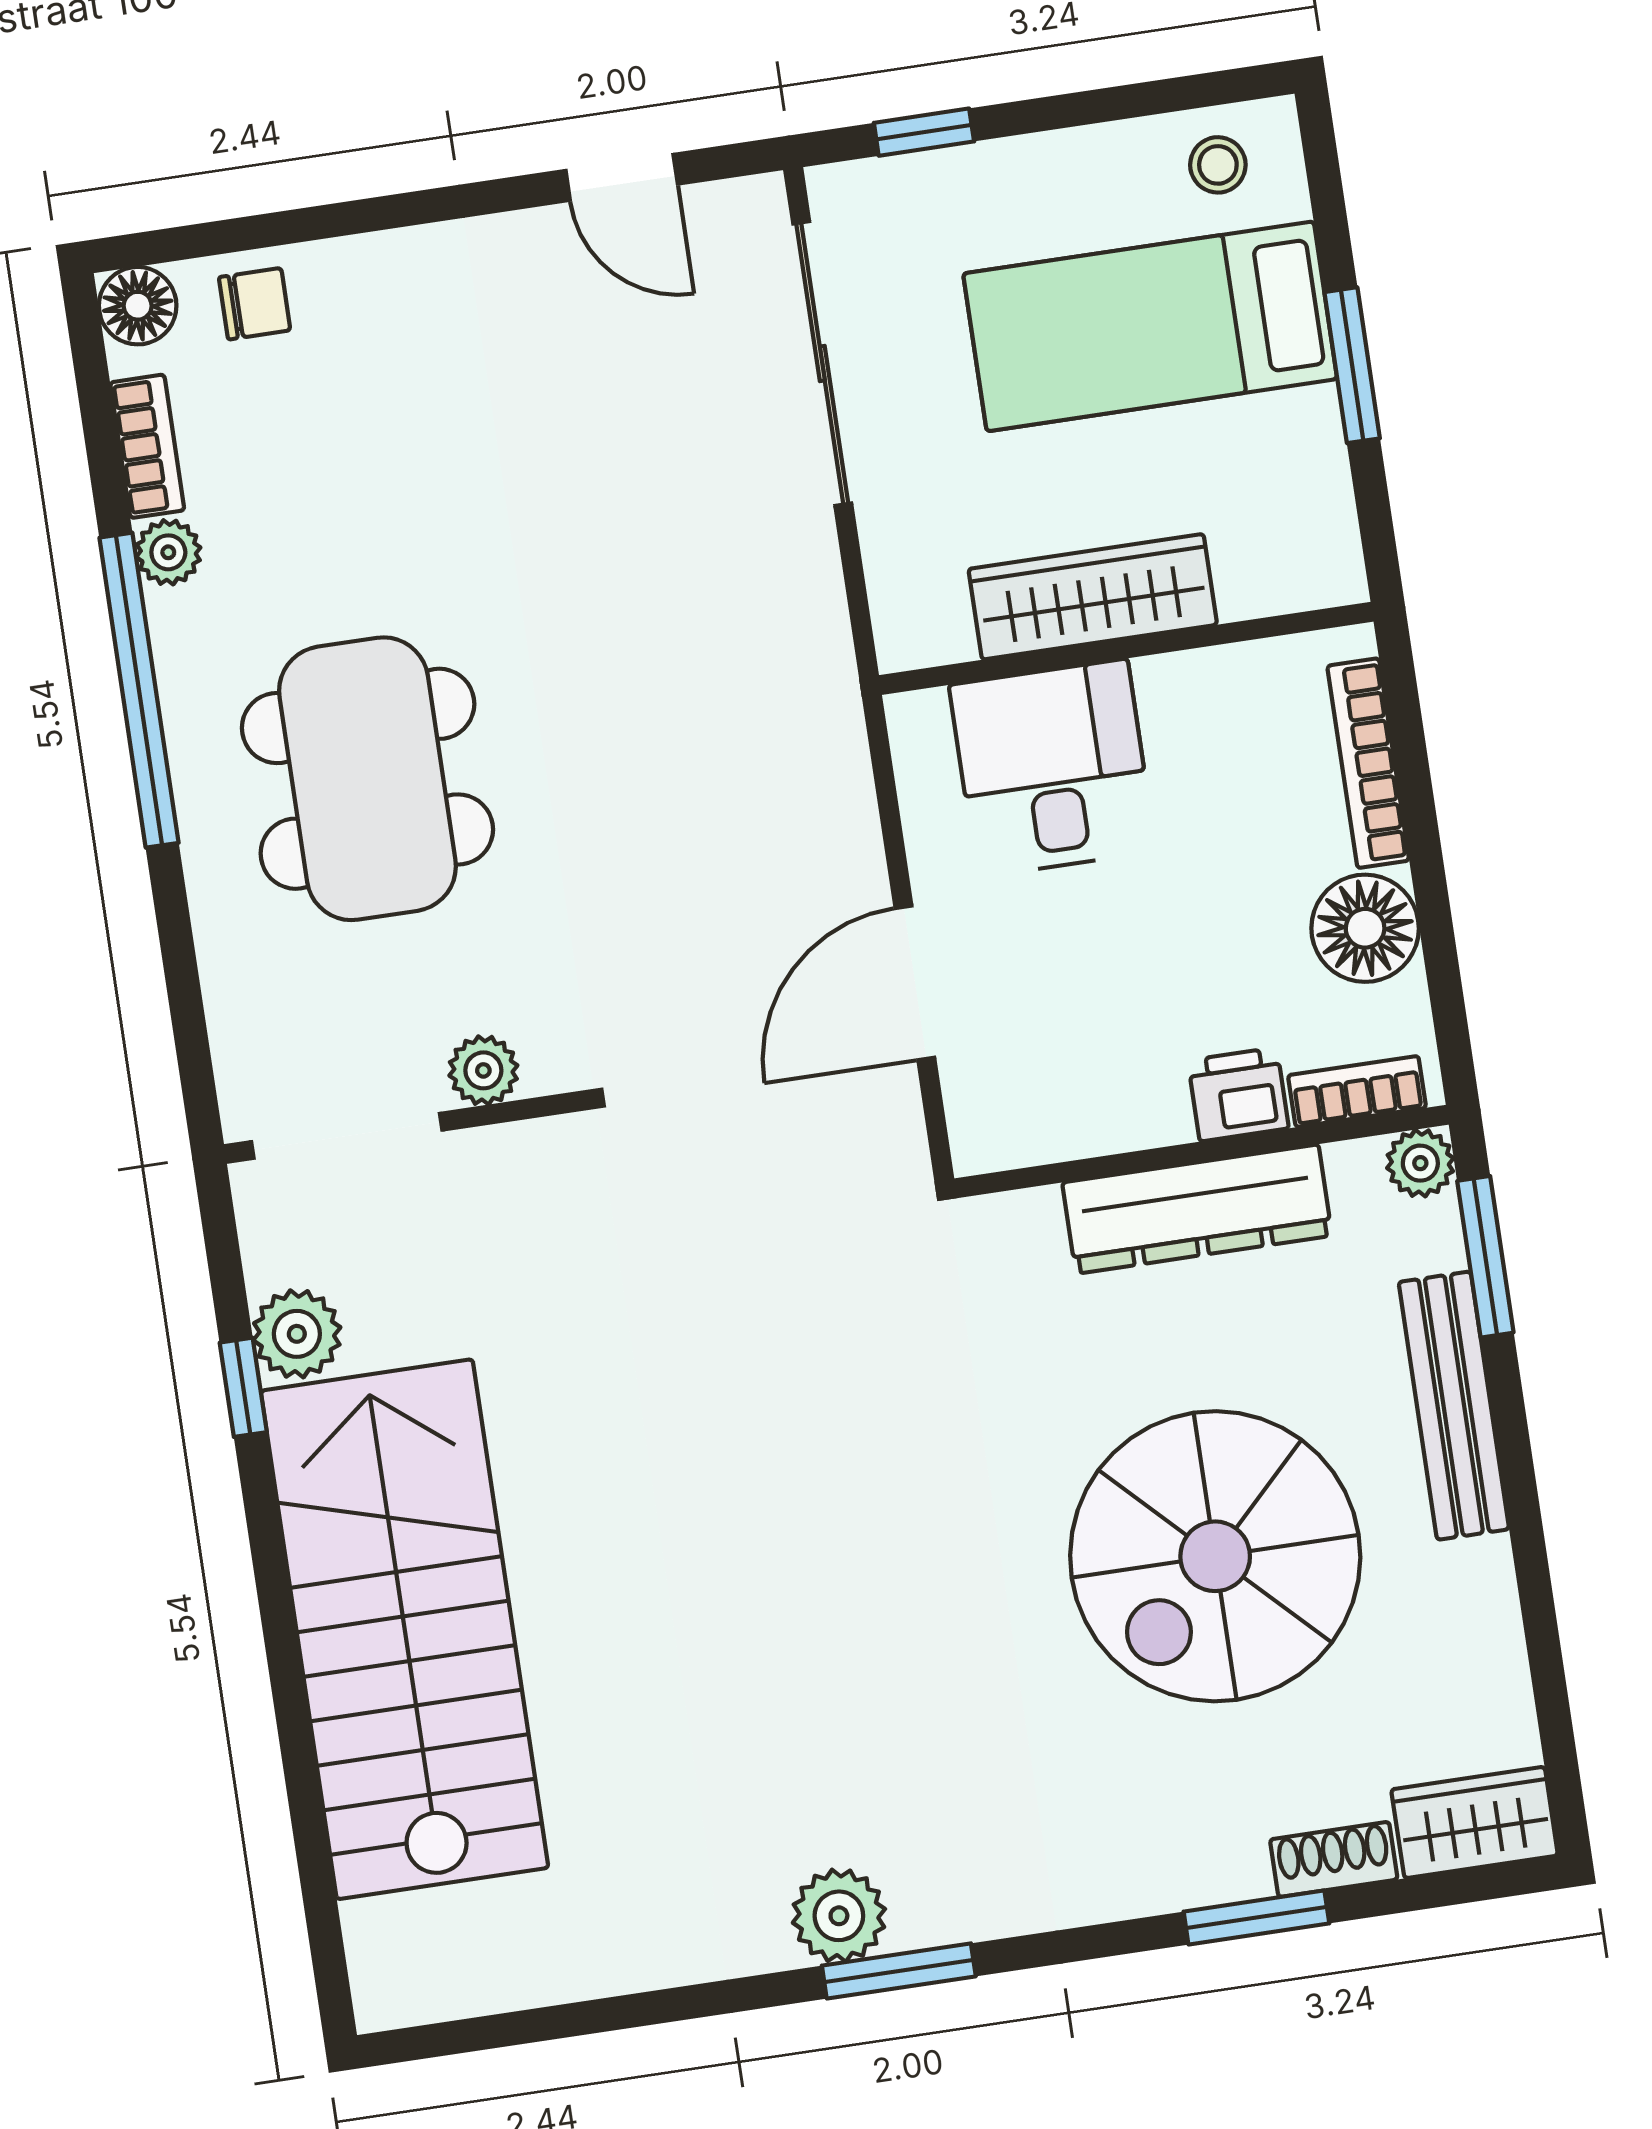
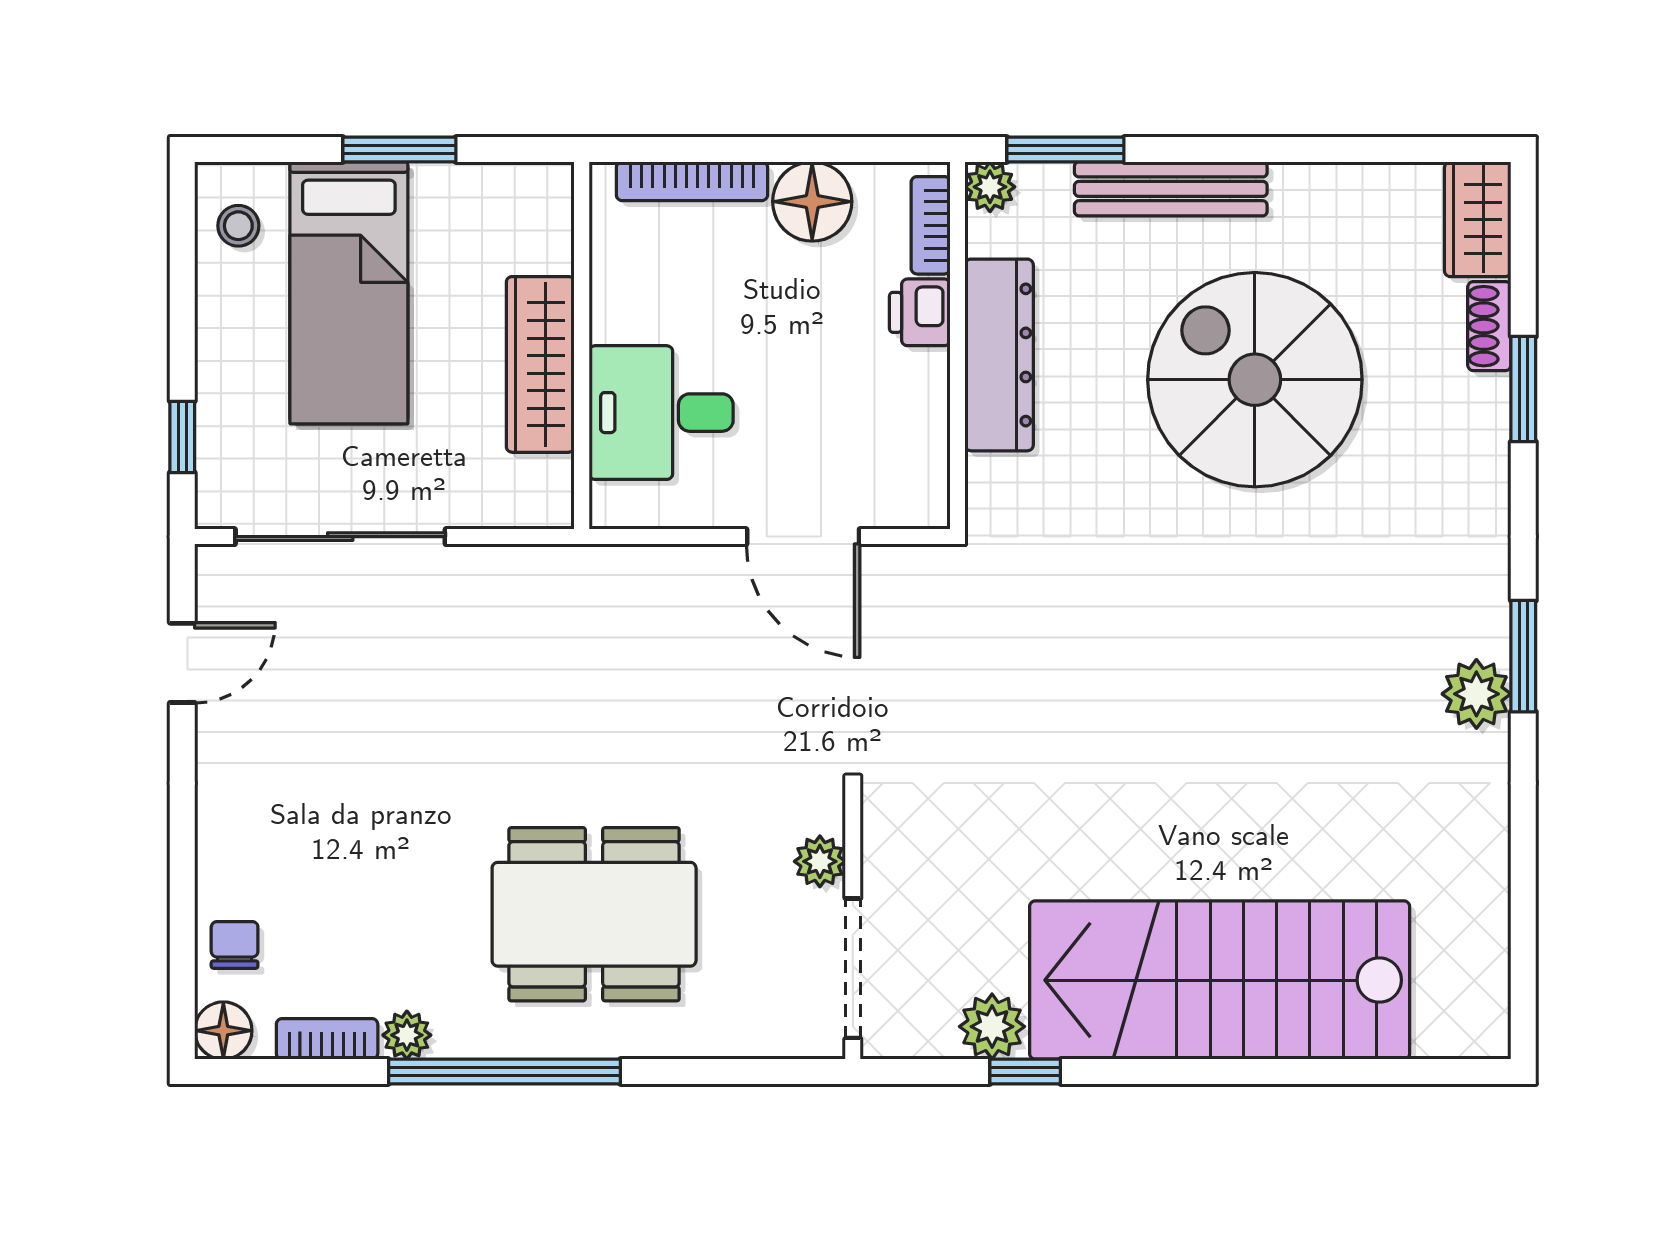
spiral stairs: (1215, 1556) -> (1255, 380), turned 180

